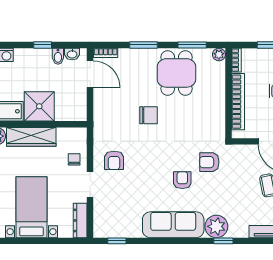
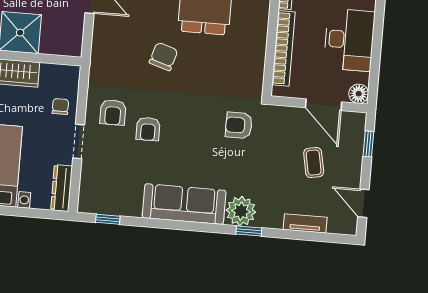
chair: (148, 115) -> (164, 56), turned -73
armchair: (182, 180) -> (148, 129), moved, turned 180

